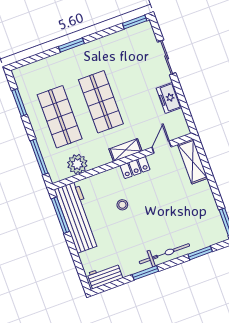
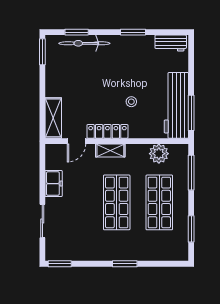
locker: (135, 168) -> (107, 131), width x1.53
bicycle: (164, 254) -> (84, 43), moved

